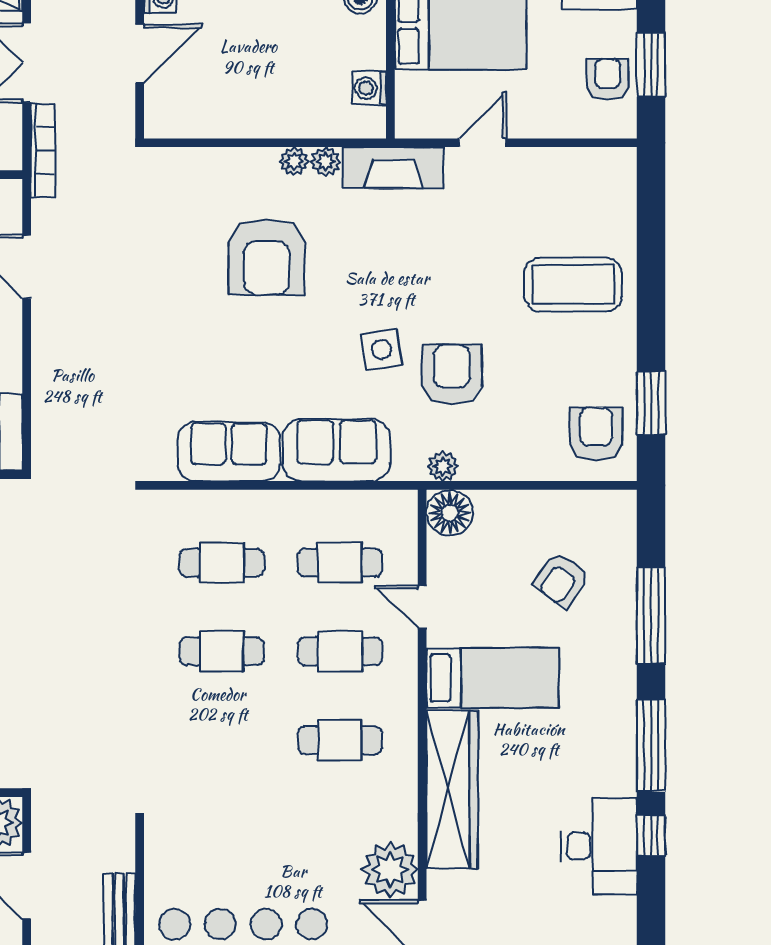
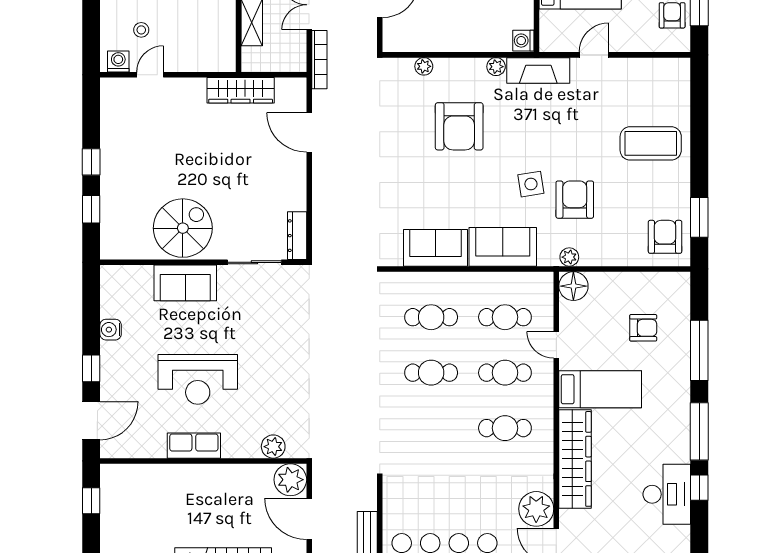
washing machine: (369, 88) -> (523, 41), moved
plant: (294, 161) -> (424, 66), moved
armchair: (561, 580) -> (643, 328), turned -125

